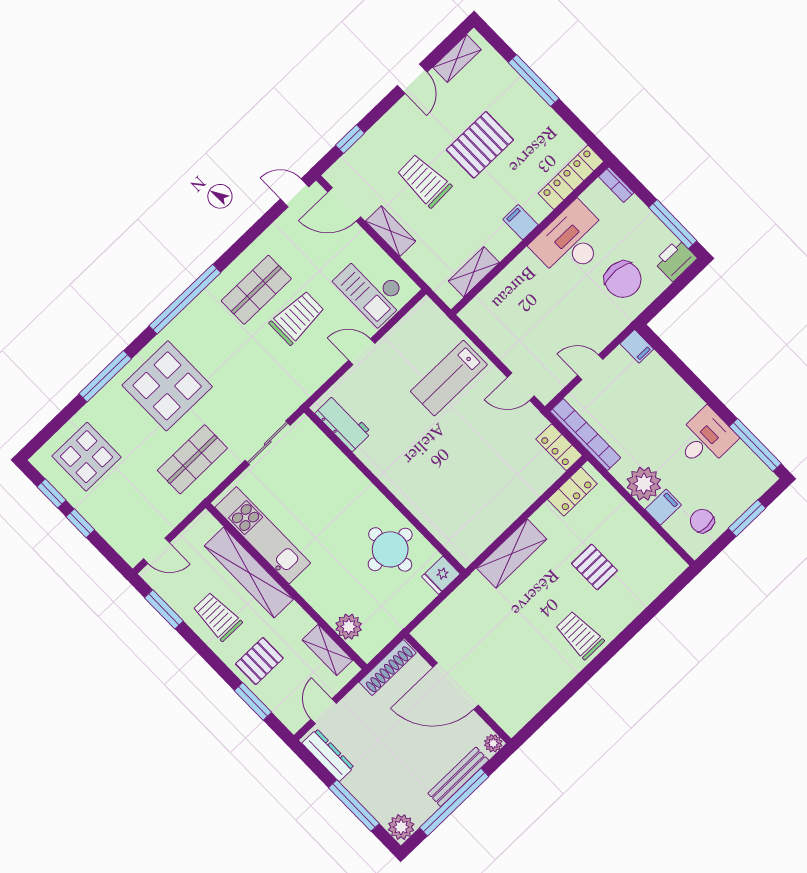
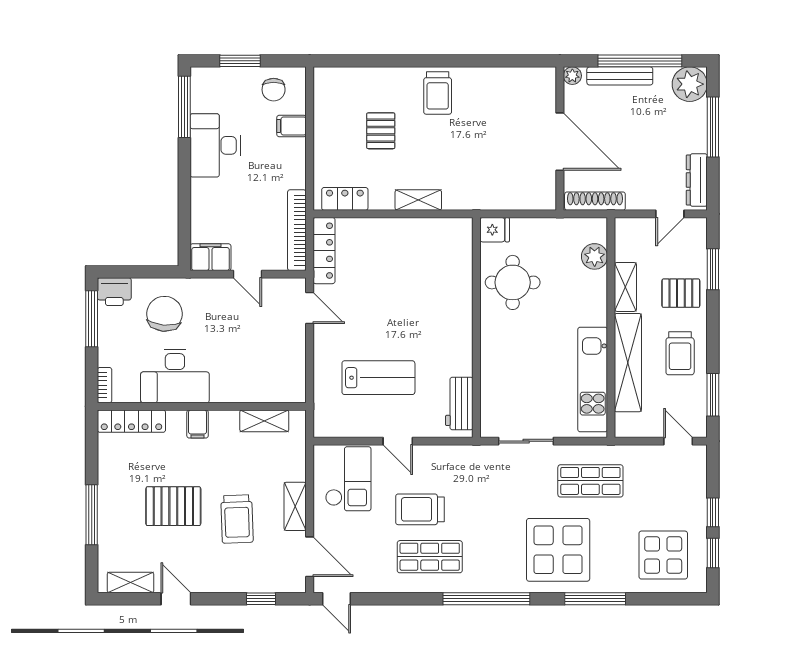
door: (412, 79) -> (176, 599), hinge flipped
filing cabinet: (637, 346) -> (210, 257), width x2.00
lab bench: (449, 378) -> (378, 378), moved
desk: (705, 439) -> (215, 145), width x1.37
locker: (559, 447) -> (324, 251), width x1.53
plant: (644, 484) -> (289, 156), removed
shelving: (512, 554) -> (418, 200), width x0.67, depth x0.75
shelving: (327, 650) -> (625, 287), moved
plant: (401, 827) -> (690, 84), width x1.36, depth x1.36

